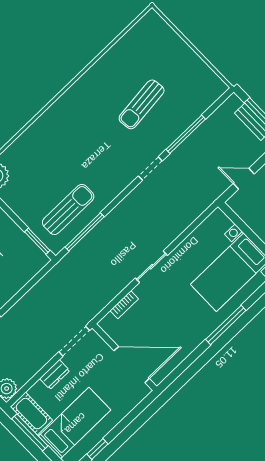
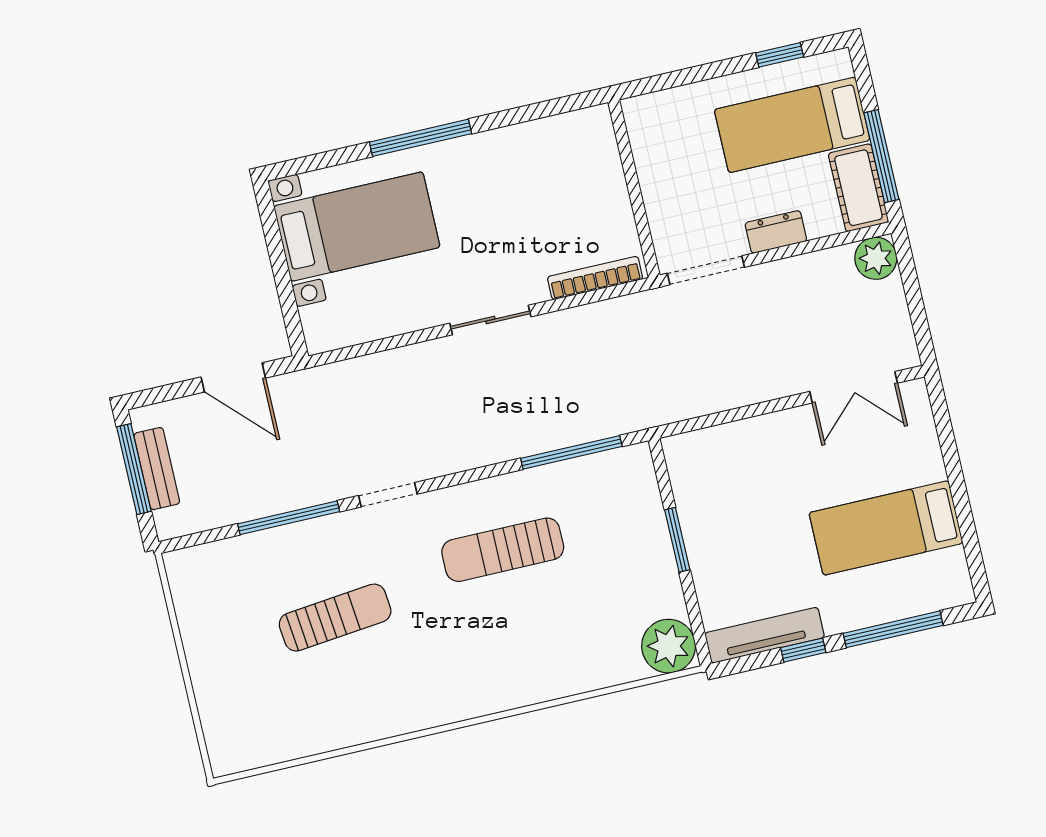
door: (244, 179) -> (233, 377), width x1.37
sun lounger: (68, 209) -> (503, 550), moved
window: (37, 241) -> (677, 540), moved
bookcase: (124, 305) -> (595, 278), width x1.56
door: (132, 365) -> (629, 168), removed

